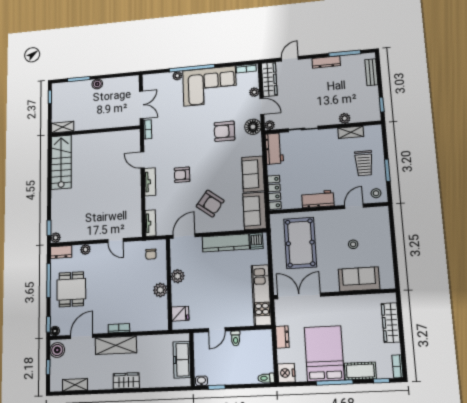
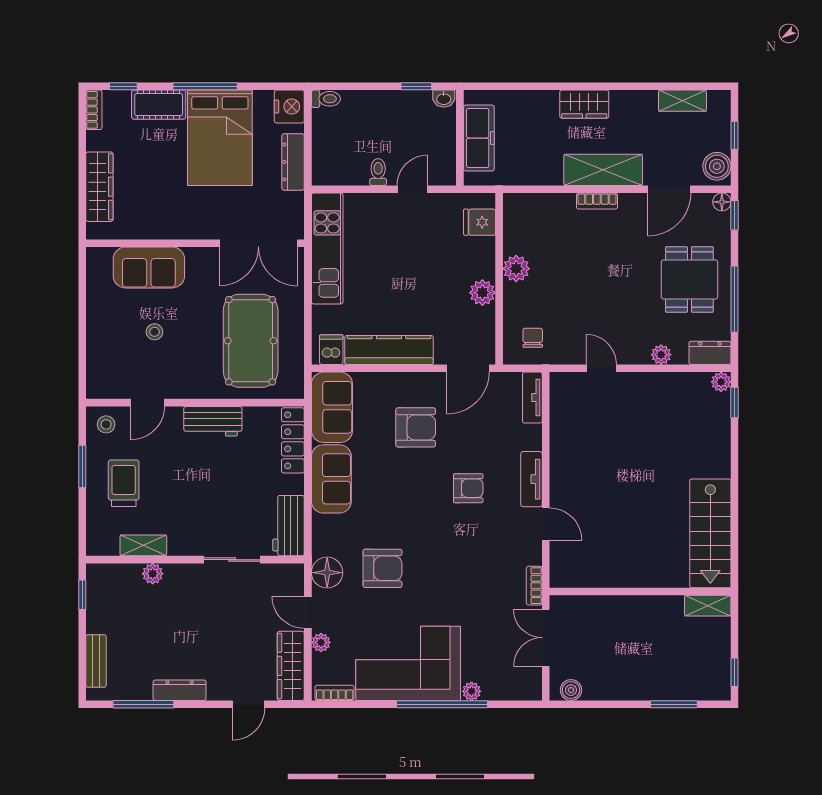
boiler: (97, 84) -> (571, 690), moved
plant: (270, 125) -> (295, 573), removed
armchair: (210, 204) -> (416, 427), turned 143
dresser: (282, 337) -> (293, 162), width x1.44

